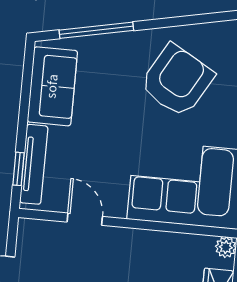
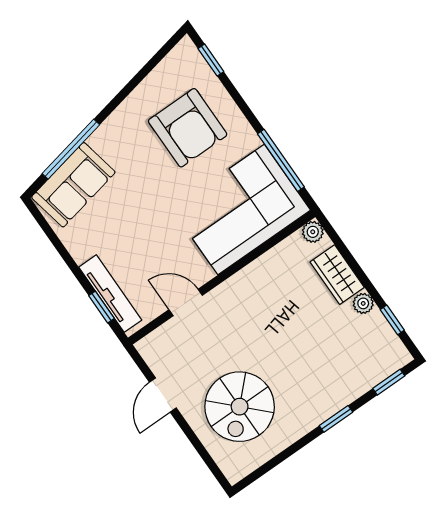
armchair: (177, 81) -> (188, 128), moved, turned 150
sofa: (52, 86) -> (73, 185), moved, turned 78

